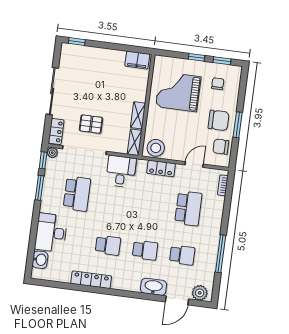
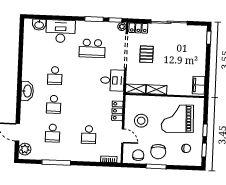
grand piano: (178, 92) -> (177, 119), turned -92
stool: (156, 148) -> (141, 121), moved
school desk: (188, 208) -> (89, 135), width x0.54
locker: (91, 280) -> (27, 65), removed
washbasin: (154, 287) -> (27, 91), moved

